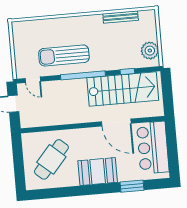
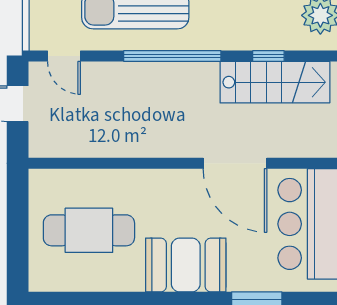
stairs: (123, 89) -> (275, 82), width x0.73, depth x0.66
cafe table: (51, 159) -> (89, 230), turned 49

